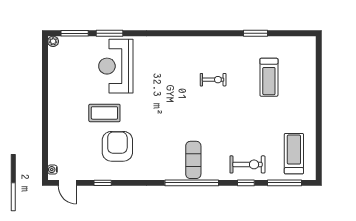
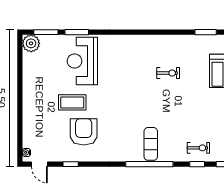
plant: (53, 41) -> (31, 43), width x1.88, depth x1.88
exercise bike: (247, 164) -> (198, 148), width x0.73, depth x0.72

